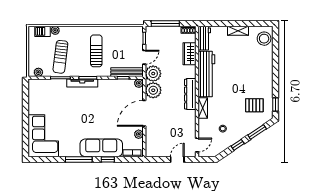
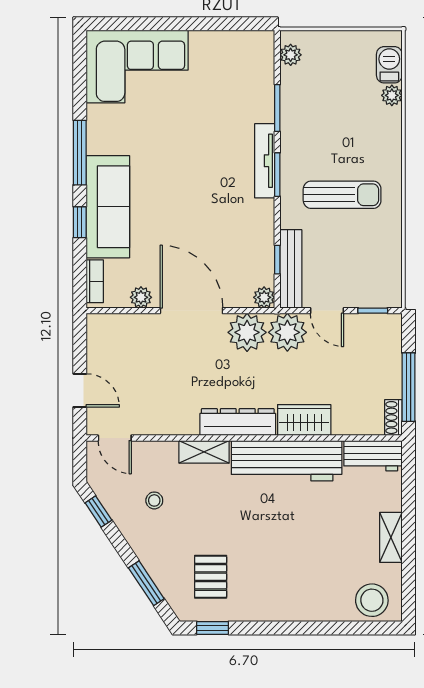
window: (165, 23) -> (409, 387), moved
wardrobe: (190, 54) -> (304, 420), moved
sun lounger: (60, 57) -> (328, 108), removed
window: (238, 145) -> (98, 512), moved

